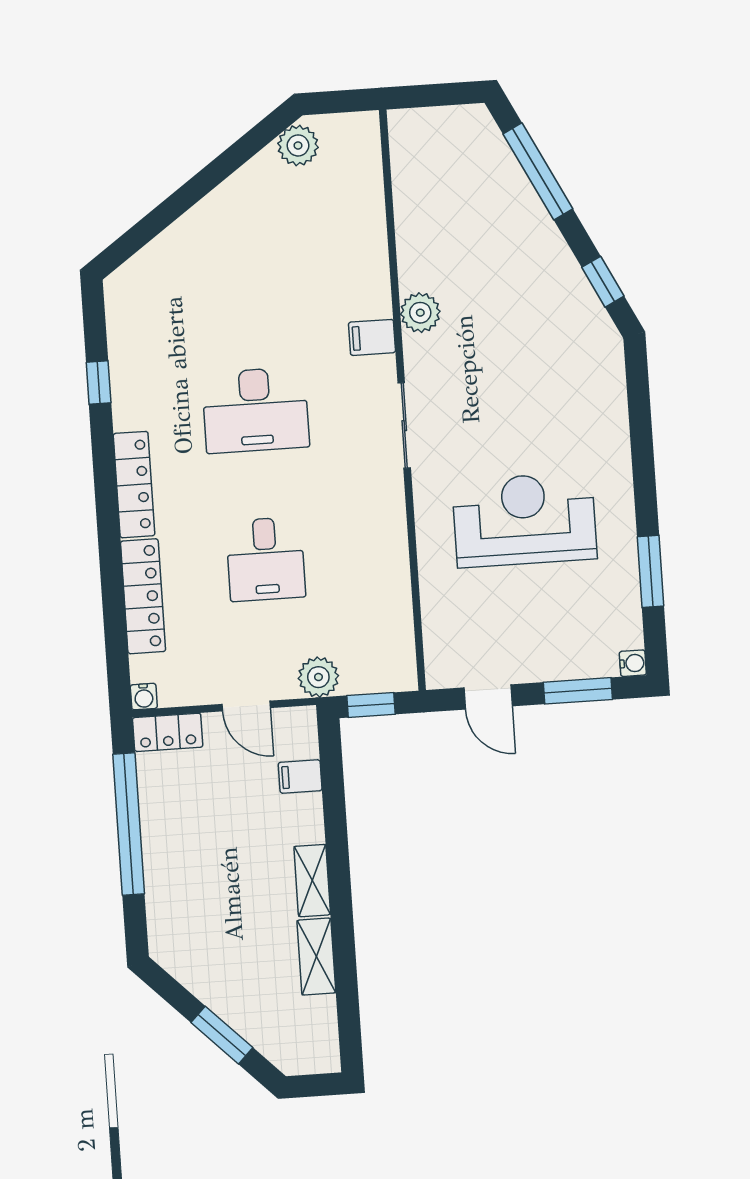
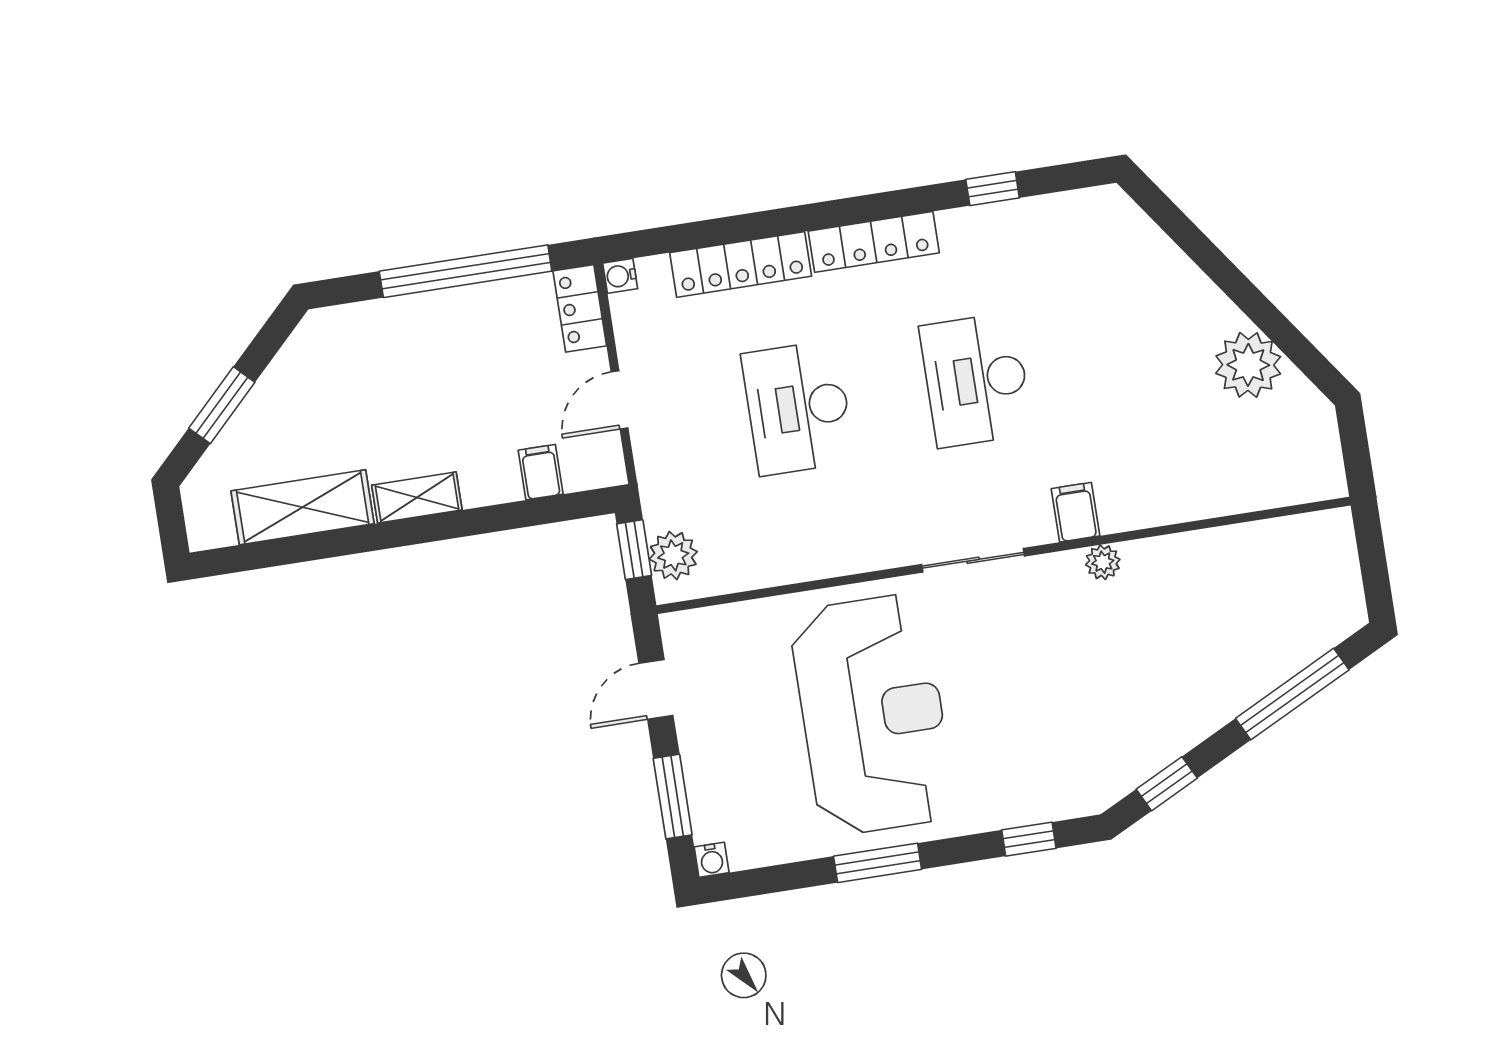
plant: (298, 145) -> (1248, 365), moved, width x1.36, depth x1.36
plant: (420, 313) -> (1103, 562), width x0.73, depth x0.73
window: (639, 400) -> (1029, 839), added
reception desk: (524, 520) -> (873, 715), width x1.36, depth x1.30
desk: (266, 559) -> (798, 408), width x1.37
window: (650, 571) -> (878, 863), moved
plant: (318, 677) -> (673, 555), moved
shelving: (316, 957) -> (303, 507), width x1.50, depth x1.33

